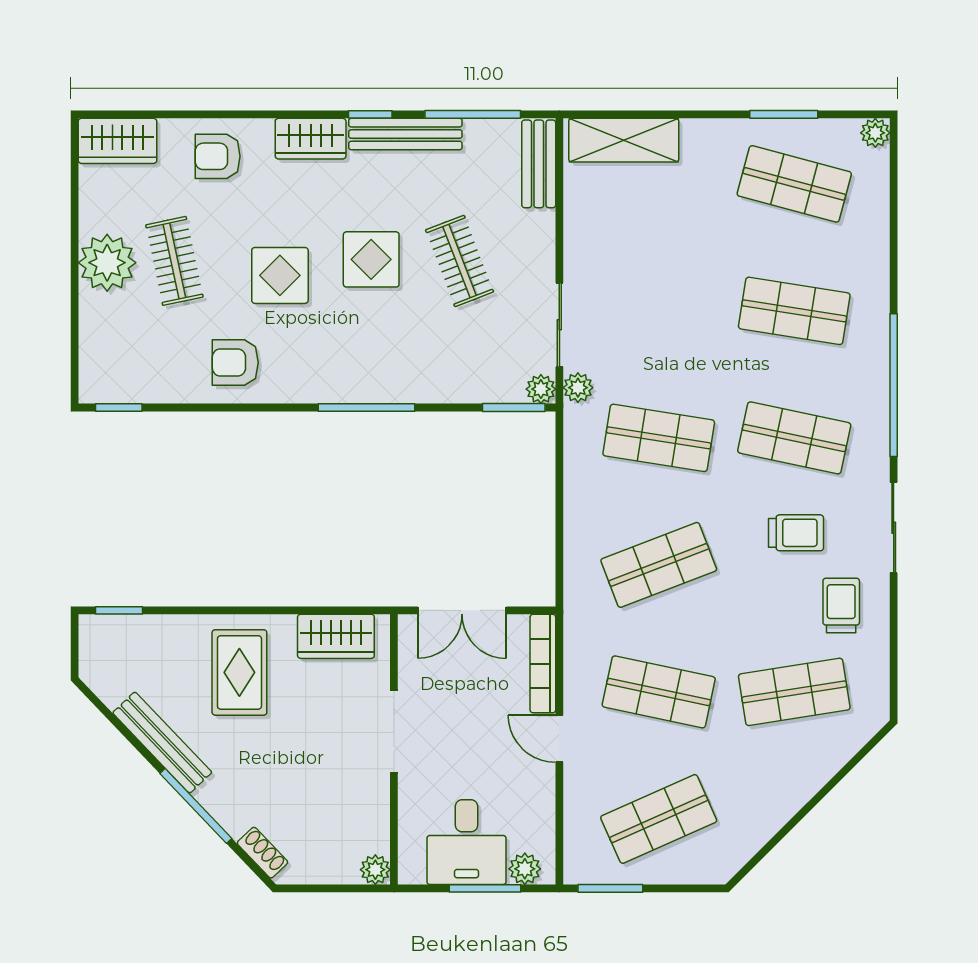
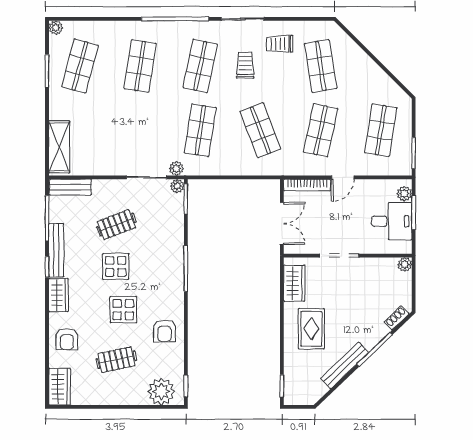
plant: (107, 263) -> (161, 392), moved
rug: (239, 672) -> (311, 329), turned 90
shop shelf: (659, 819) -> (381, 130), turned 33

